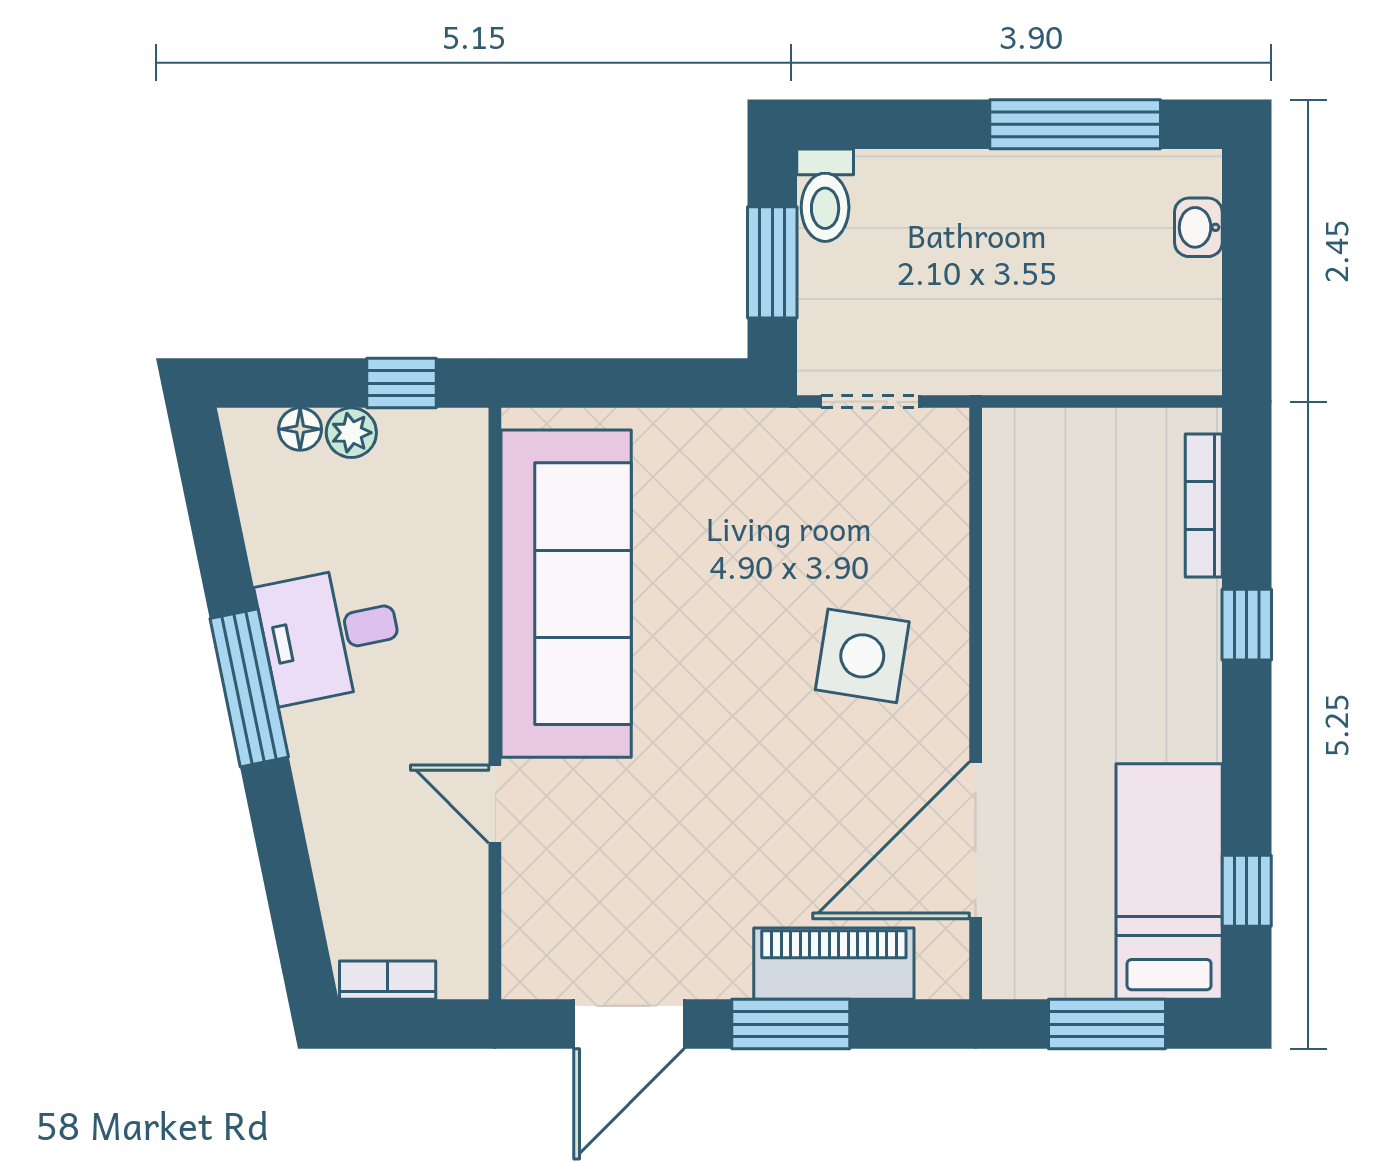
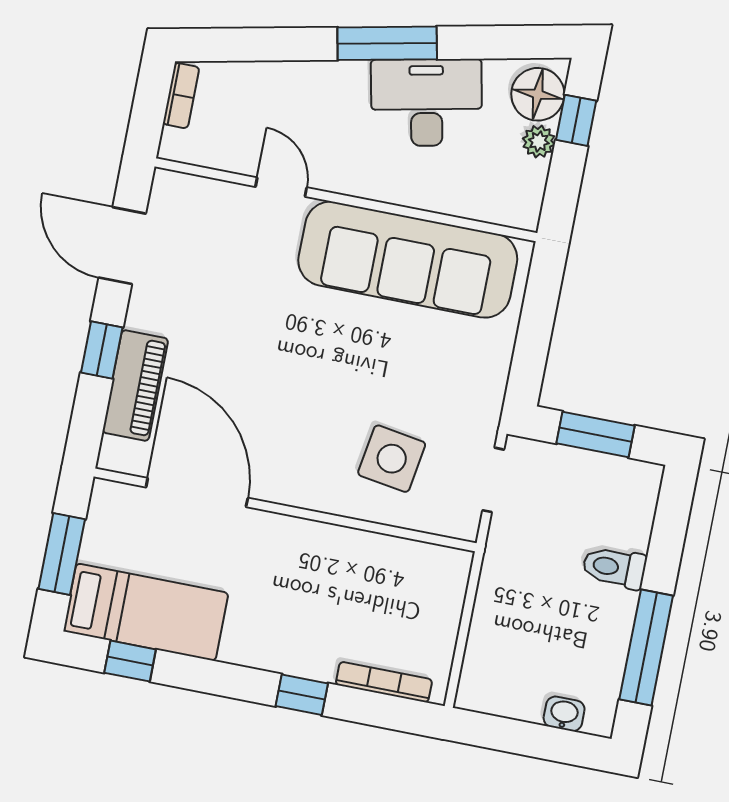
toilet: (825, 195) -> (614, 567), moved
window: (402, 383) -> (576, 120), moved
floor lamp: (300, 429) -> (538, 94), width x1.89, depth x1.89
desk: (331, 634) -> (426, 103), width x1.37
side table: (862, 656) -> (392, 459), moved
door: (495, 804) -> (281, 187), hinge flipped
window: (791, 1024) -> (102, 350), width x0.67

